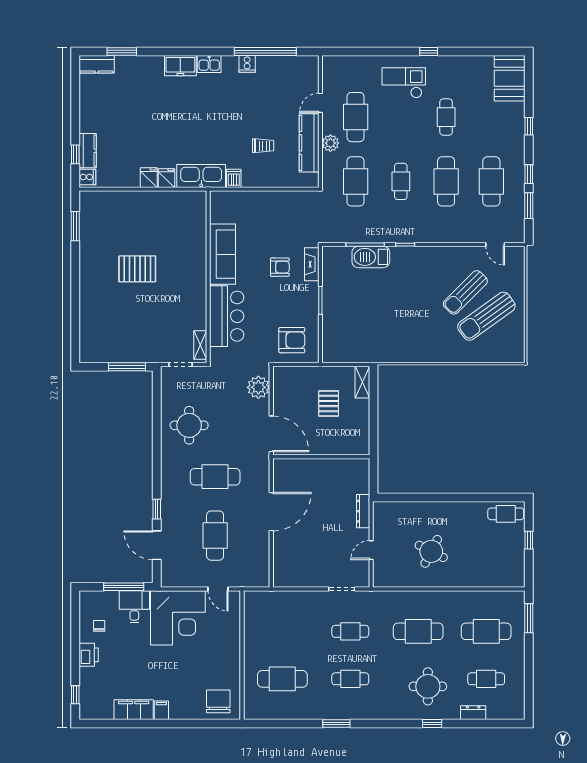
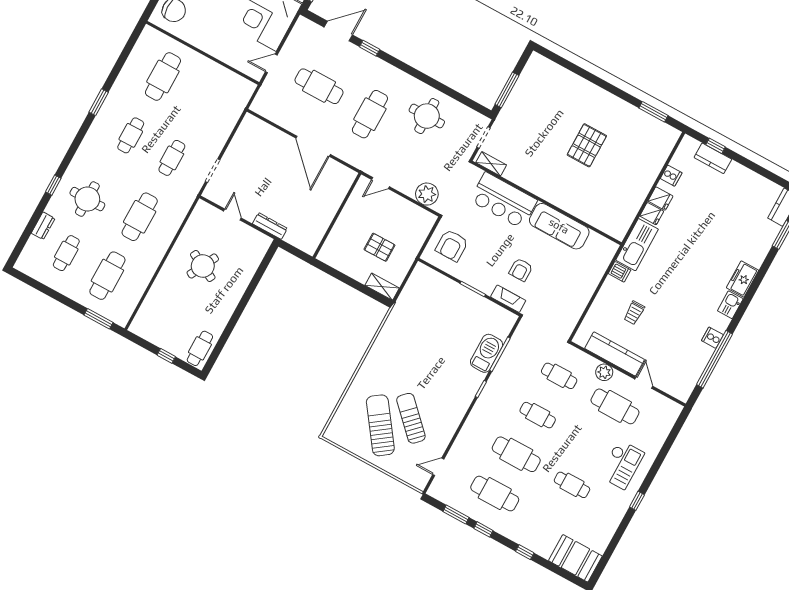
cooker: (87, 177) -> (671, 176), moved, turned -90
cafe table: (356, 181) -> (559, 376), width x0.73, depth x0.74
door: (271, 434) -> (380, 183), width x0.53

